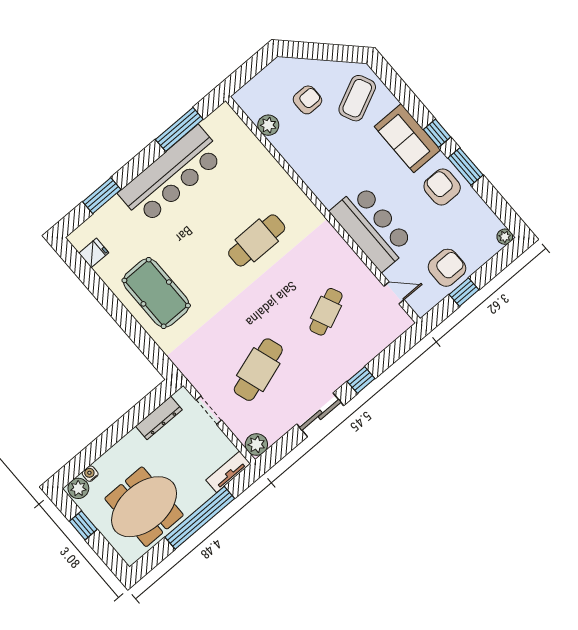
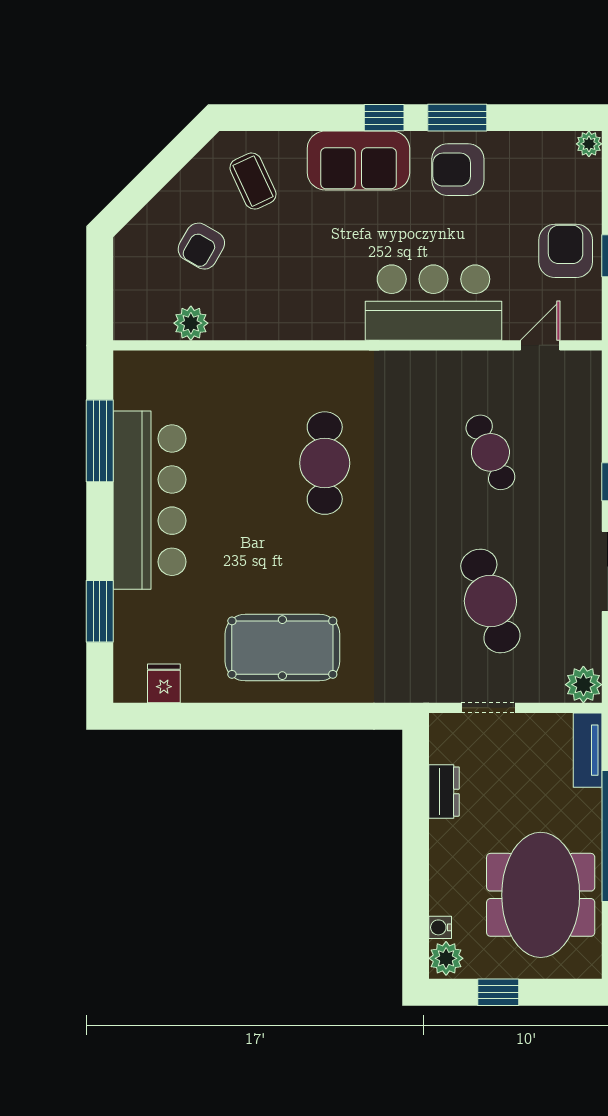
coffee table: (357, 98) -> (253, 181), width x0.73, depth x0.77
armchair: (307, 100) -> (201, 246), turned -150
dresser: (159, 418) -> (444, 792), width x0.70

